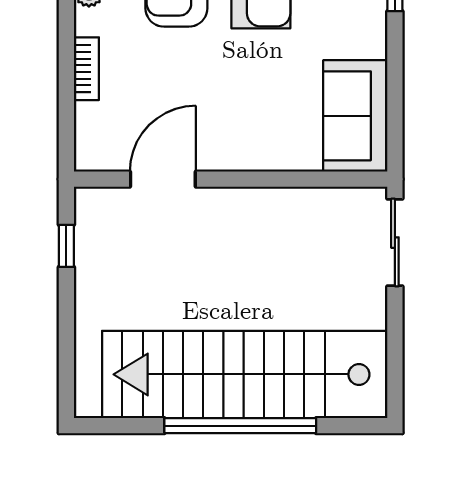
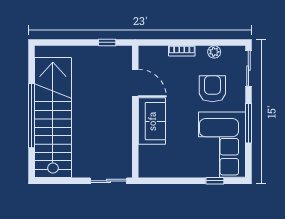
sofa: (355, 116) -> (152, 121), moved, turned 90

